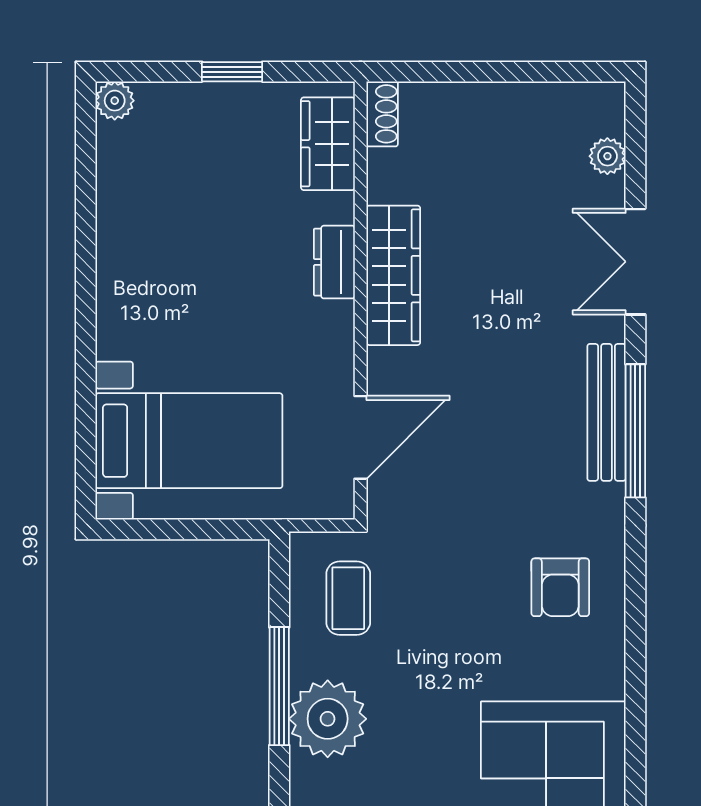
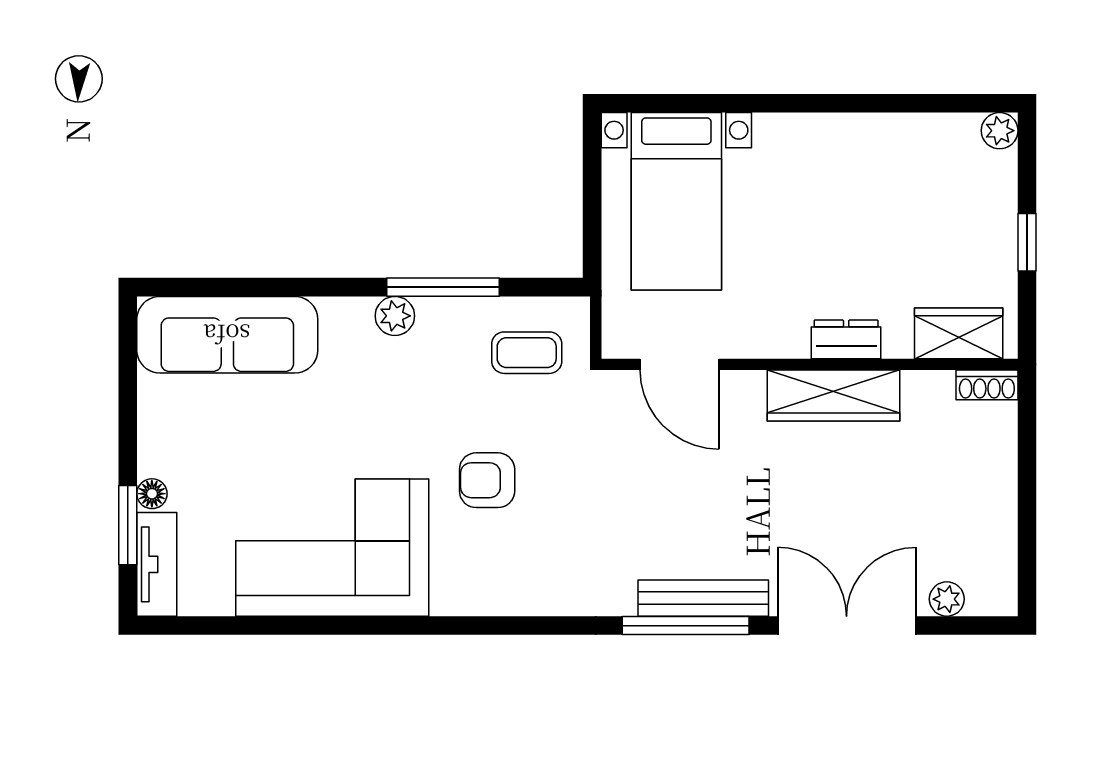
double door: (635, 262) -> (847, 626), width x1.37
armchair: (560, 587) -> (487, 480), moved
plant: (328, 719) -> (395, 316), width x0.53, depth x0.53

